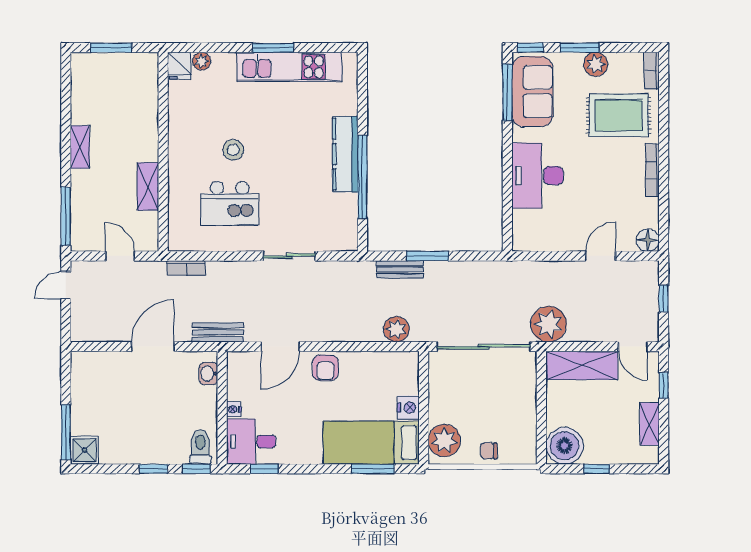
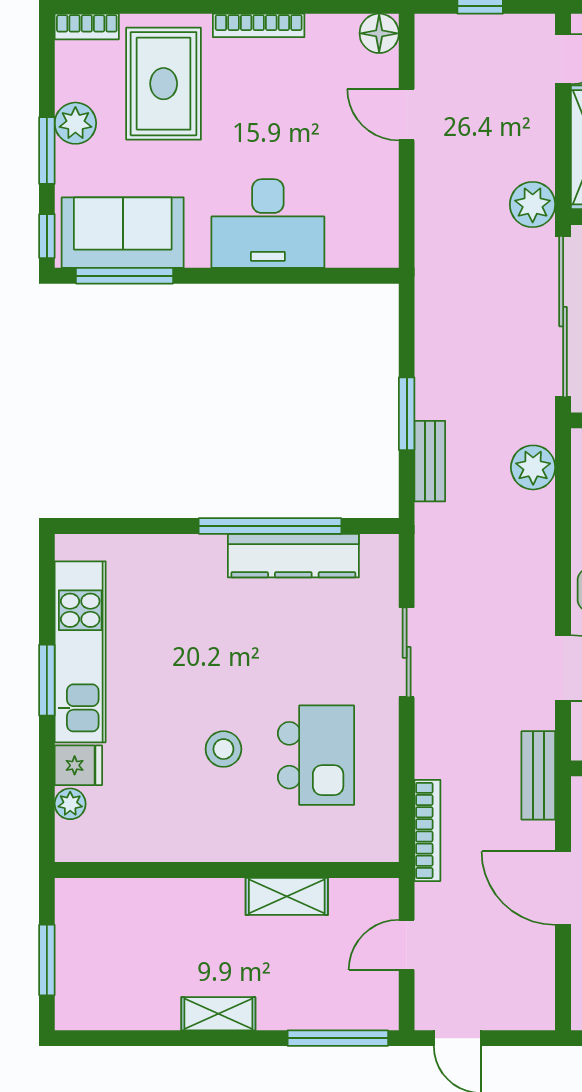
fridge: (179, 66) -> (78, 765), moved
kitchen counter: (345, 154) -> (293, 556), moved
bookcase: (186, 268) -> (427, 830), width x1.56
plant: (549, 324) -> (533, 205), width x0.73, depth x0.73

